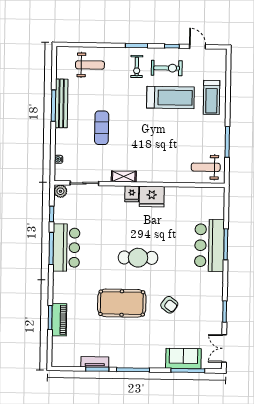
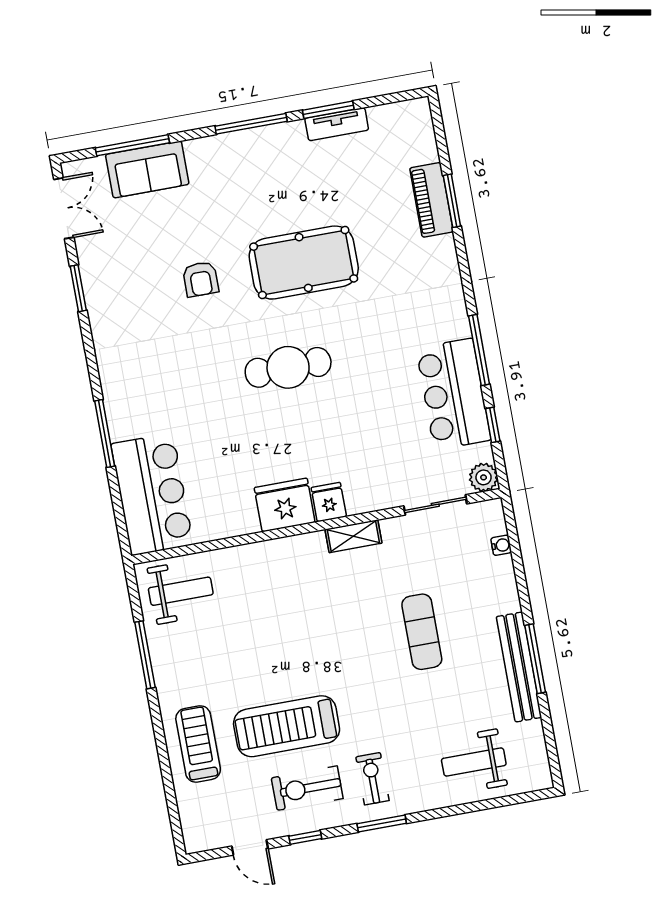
bar counter: (209, 245) -> (152, 494), moved
bar counter: (66, 248) -> (453, 394), moved
armchair: (169, 305) -> (201, 279), turned -127

